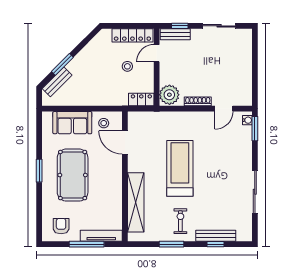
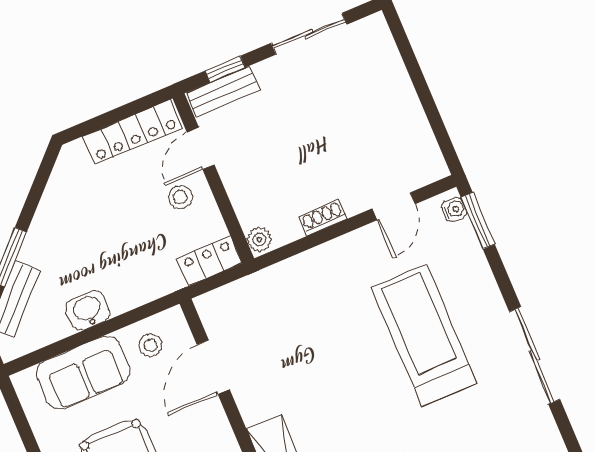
stool: (127, 66) -> (180, 197), moved
plant: (169, 95) -> (259, 239), width x0.53, depth x0.53
washbasin: (85, 99) -> (88, 310), added
shoe rack: (198, 101) -> (323, 218), width x0.70
door: (125, 142) -> (213, 367), hinge flipped
treadmill: (180, 168) -> (424, 335), moved

